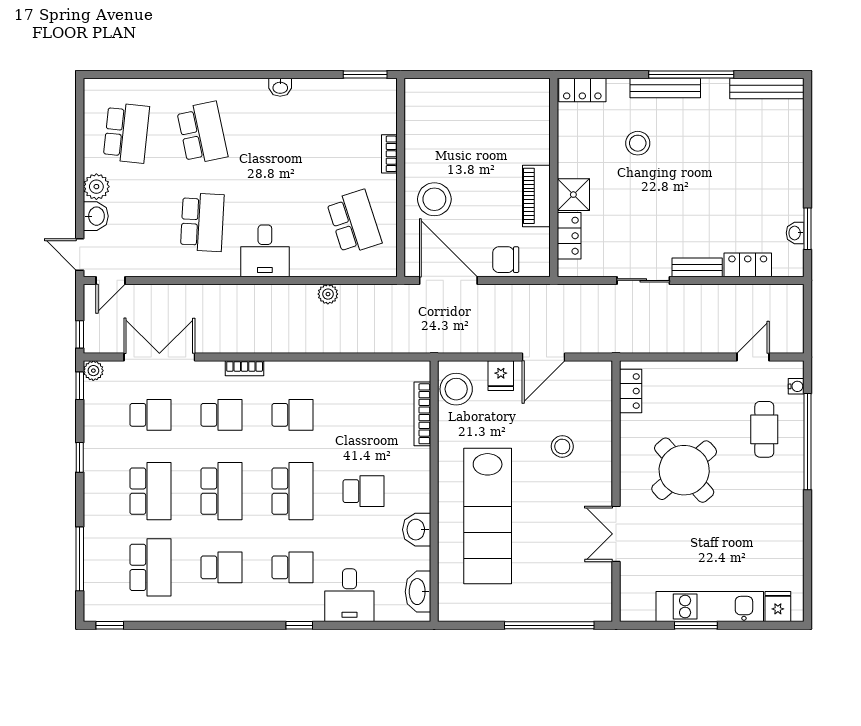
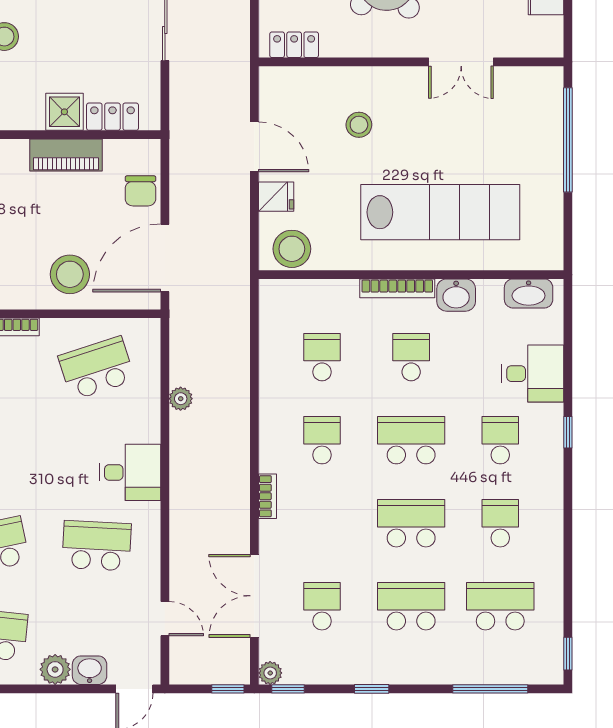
door: (111, 280) -> (165, 619), moved
bookcase: (422, 414) -> (397, 288), moved
school desk: (221, 415) -> (322, 357), moved

